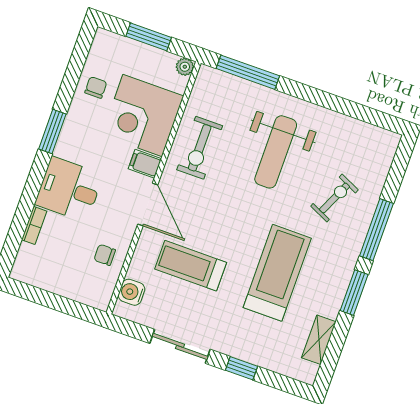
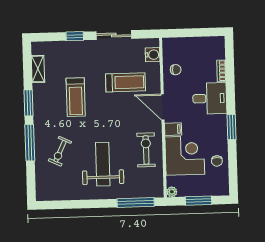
treadmill: (277, 273) -> (76, 97), width x0.73, depth x0.73

